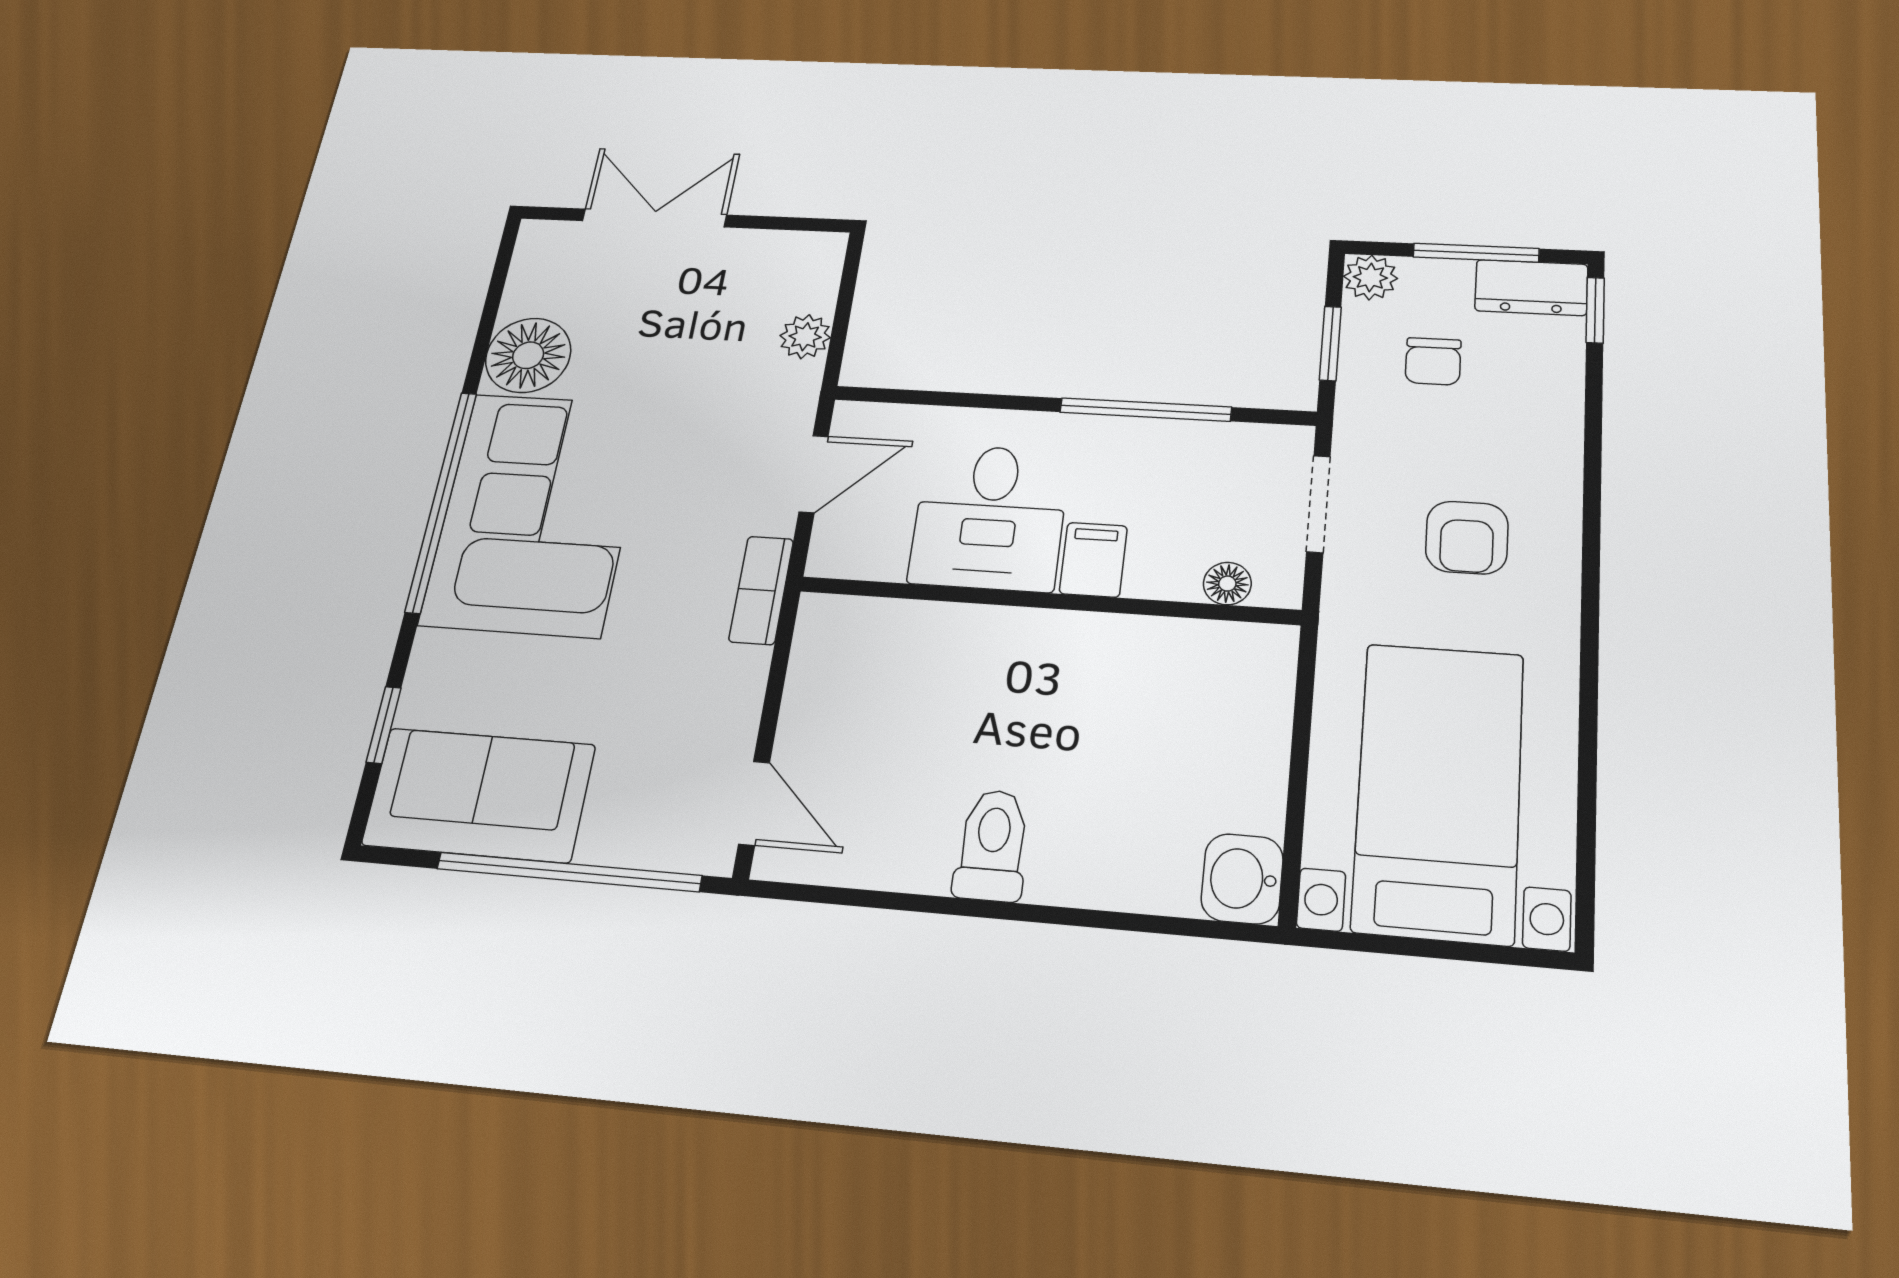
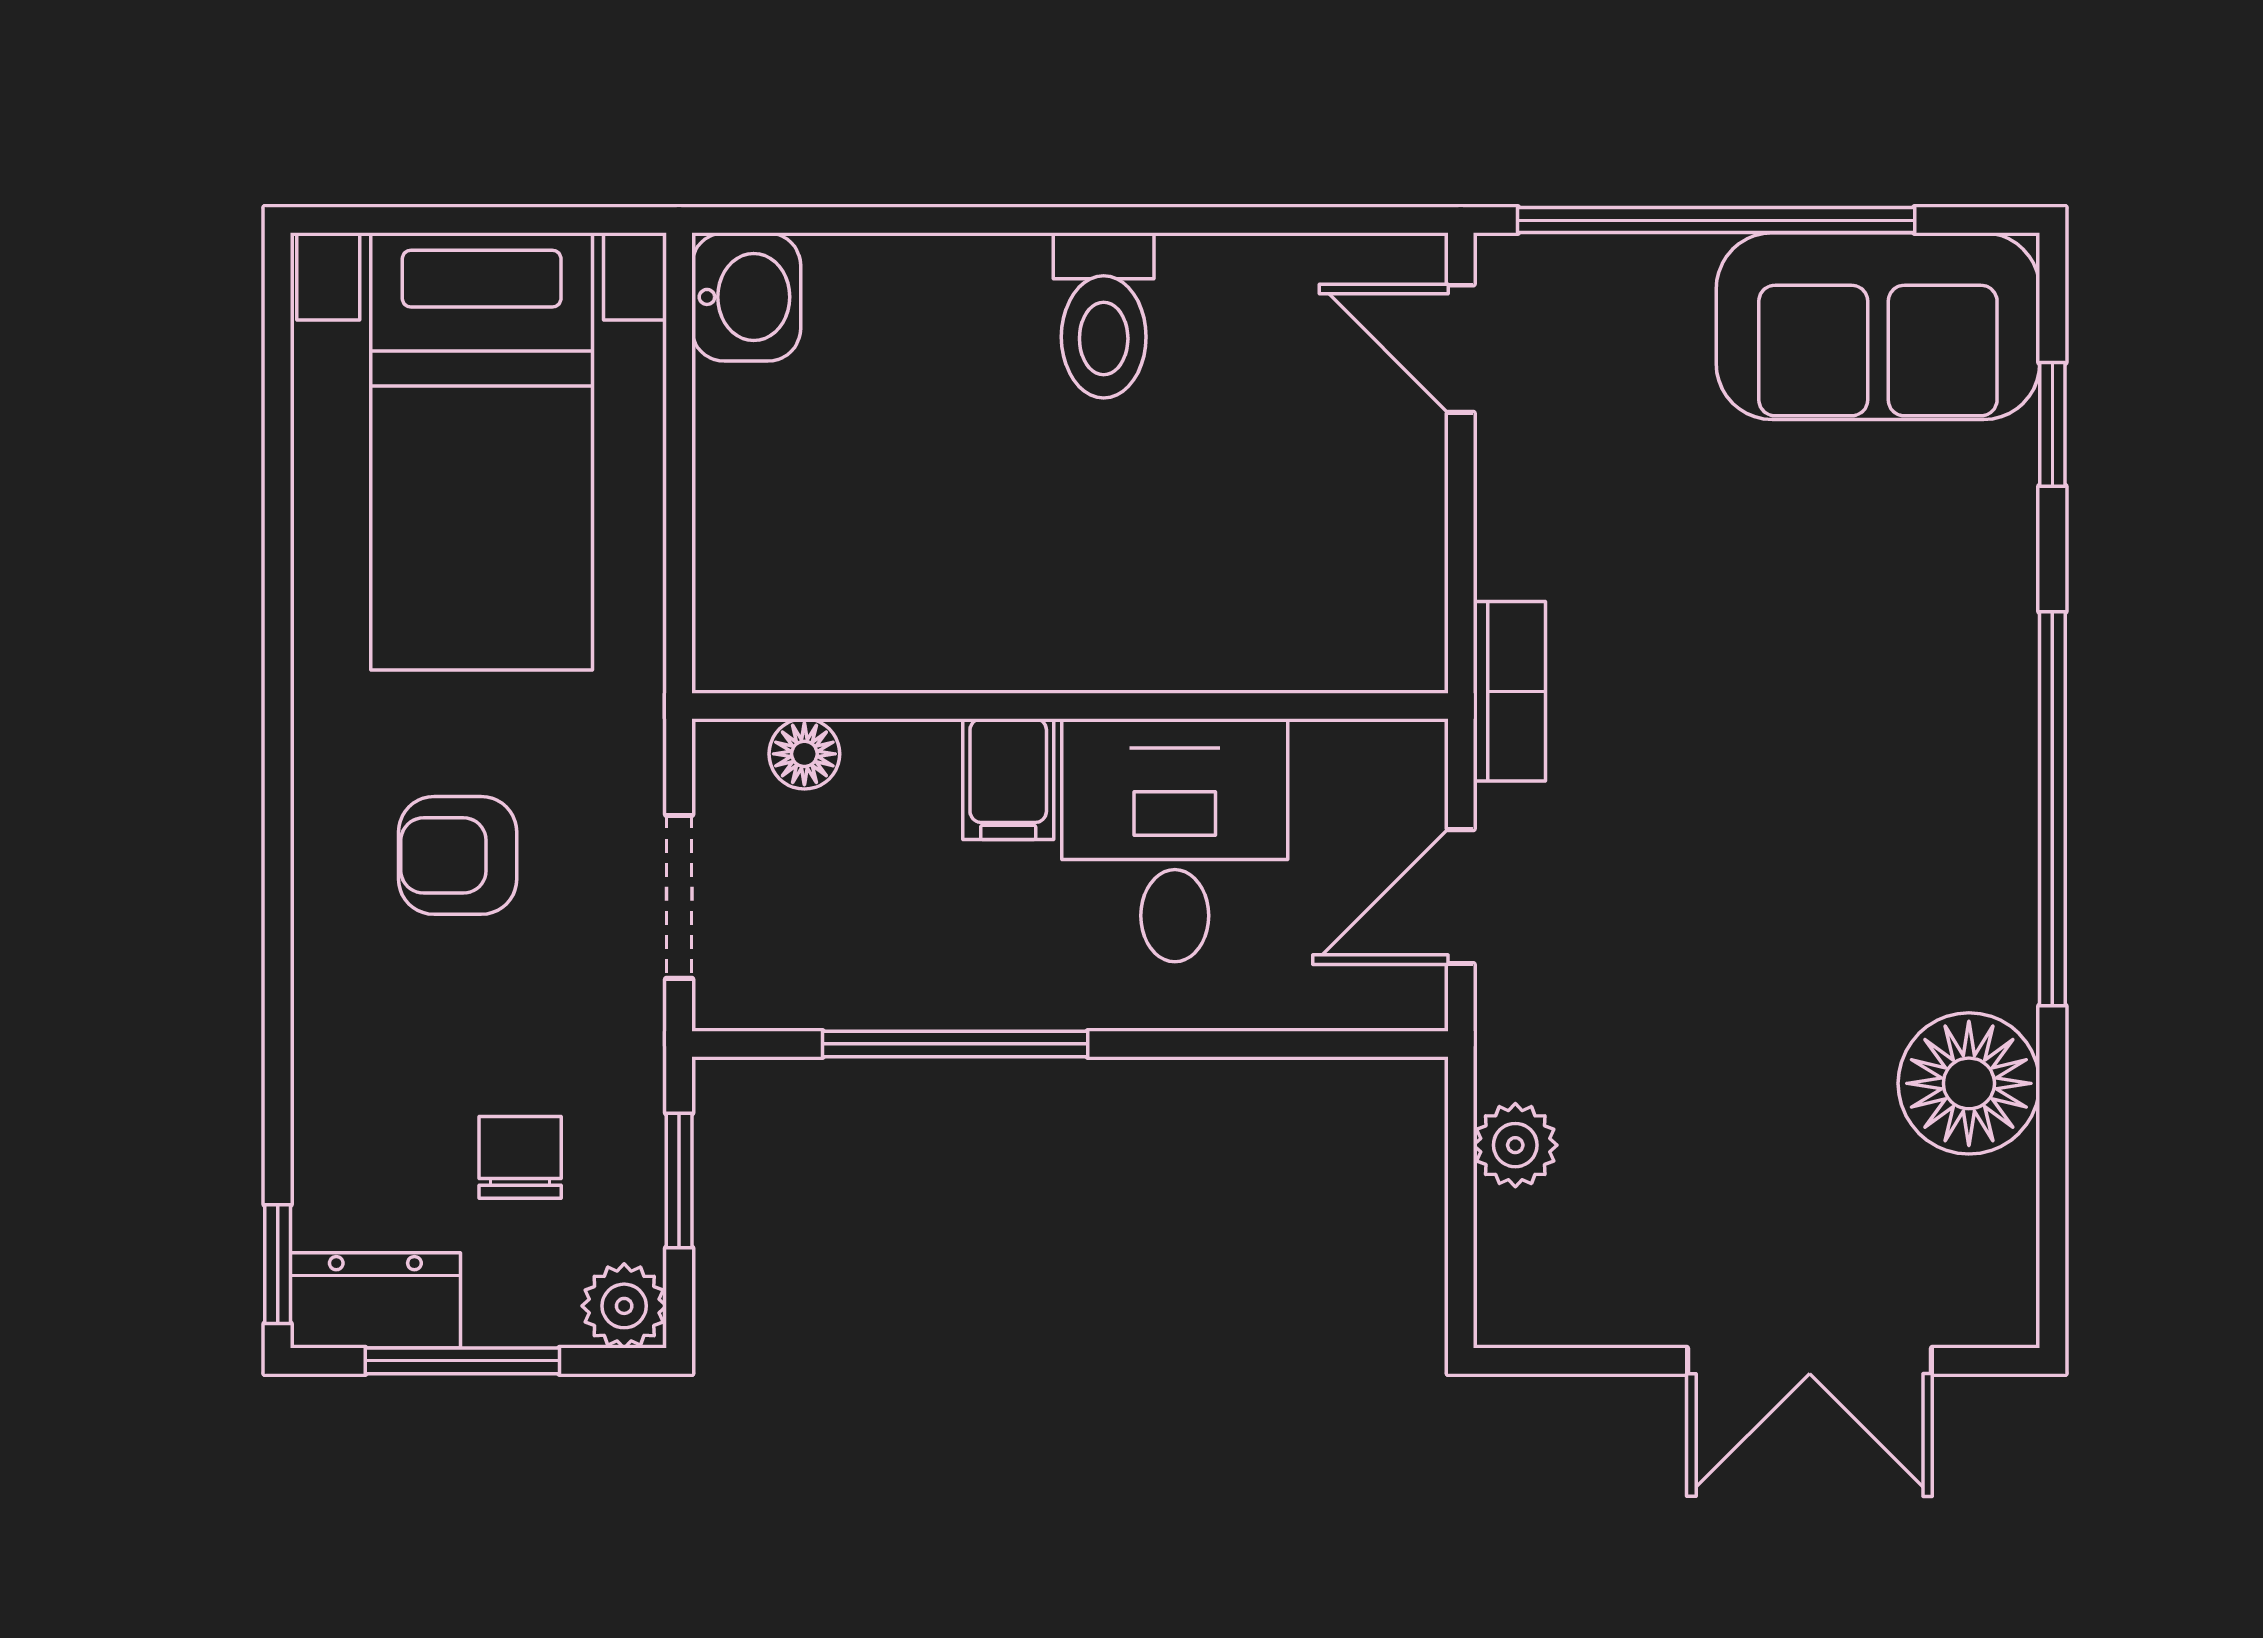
corner sofa: (536, 513) -> (1892, 798), removed
armchair: (1467, 538) -> (458, 855), turned -90

